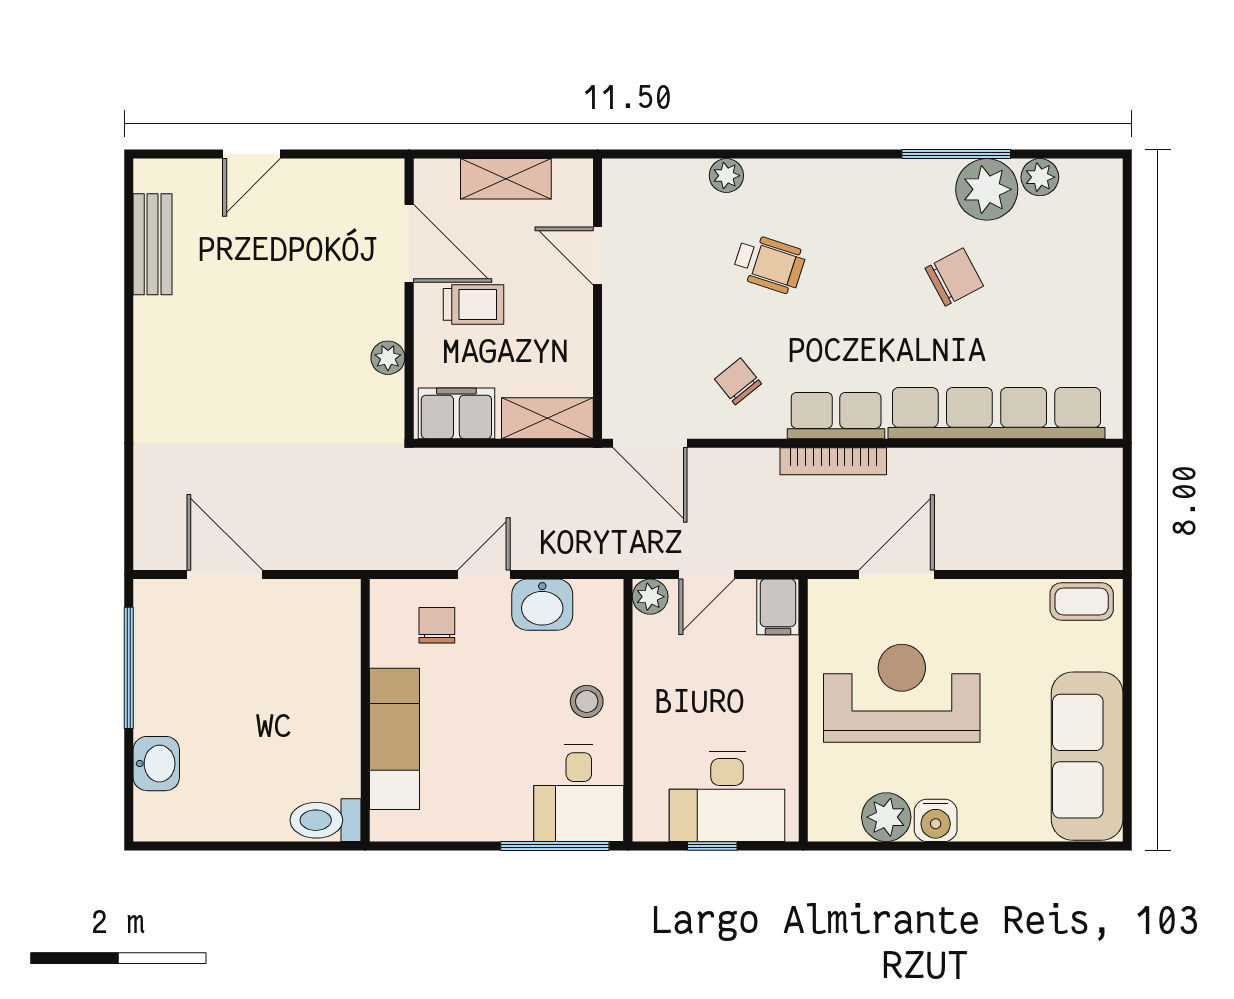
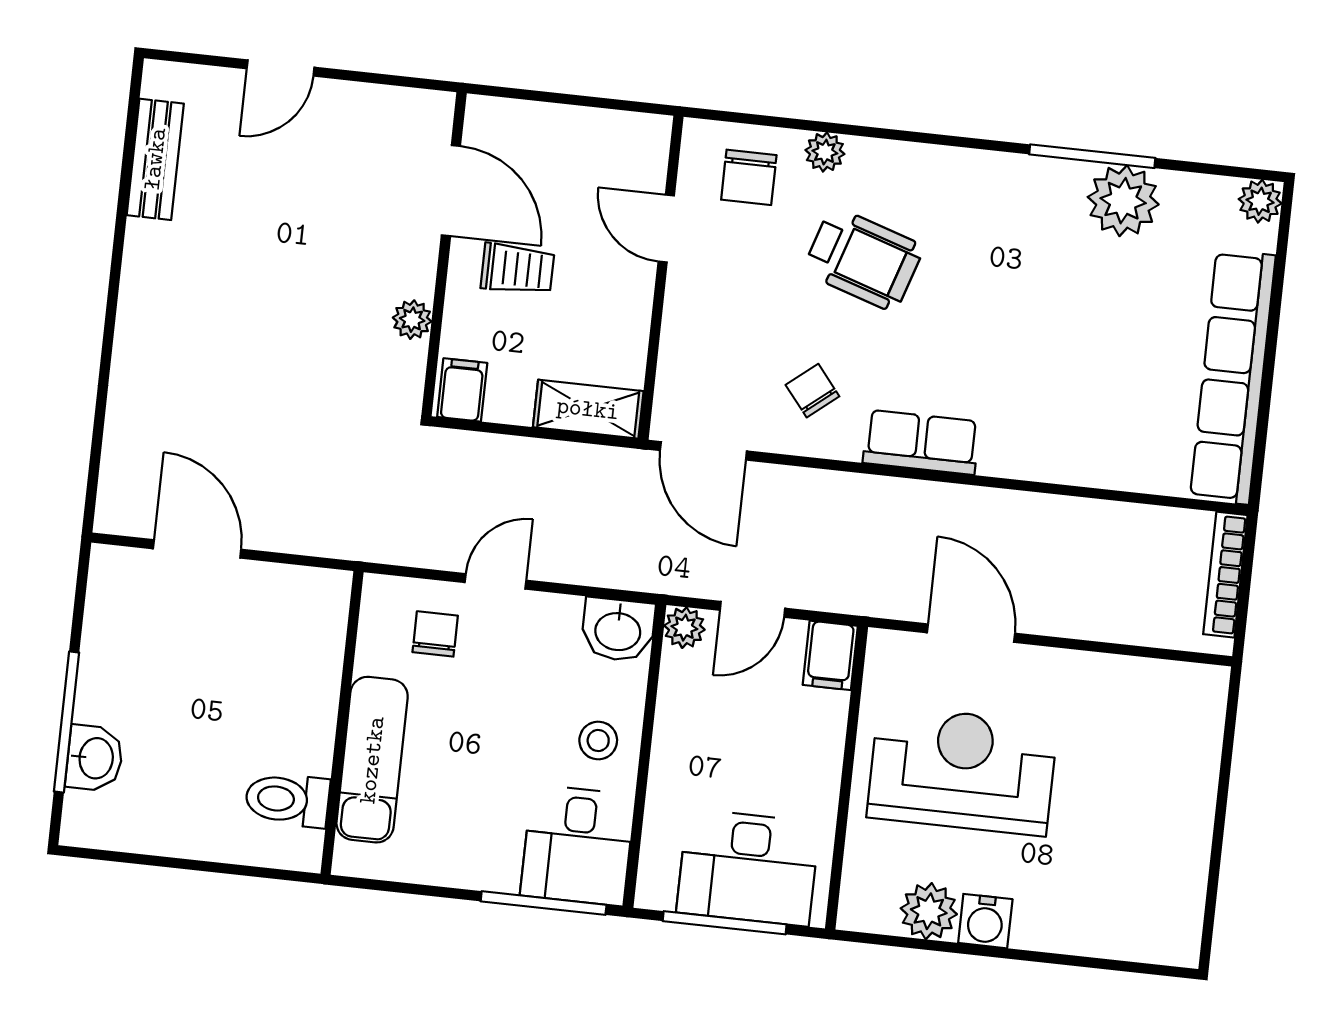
plant: (1040, 177) -> (1260, 201), moved
shelving: (506, 179) -> (570, 128), removed
wheelchair: (769, 264) -> (863, 259), width x1.36, depth x1.37
chair: (954, 277) -> (749, 177), moved, turned 118
filing cabinet: (456, 413) -> (462, 390), width x0.50
row of seats: (997, 413) -> (1233, 377), moved, turned -90
bookcase: (833, 461) -> (1225, 575), moved, turned 90
door: (897, 575) -> (971, 633), hinge flipped
coffee table: (1082, 601) -> (1181, 687), removed
washbasin: (542, 605) -> (618, 630), moved
window: (129, 668) -> (66, 722), moved
sofa: (1087, 756) -> (1168, 866), removed
toilet: (326, 820) -> (287, 800), moved
window: (712, 846) -> (725, 923), width x2.17

